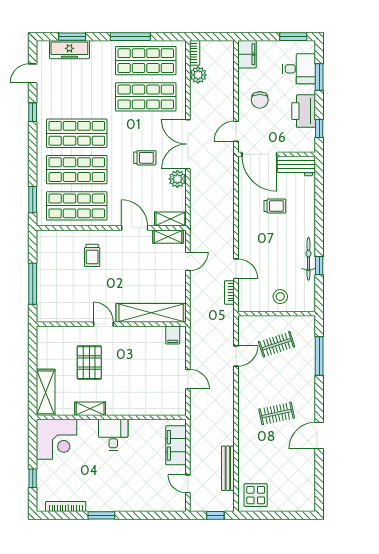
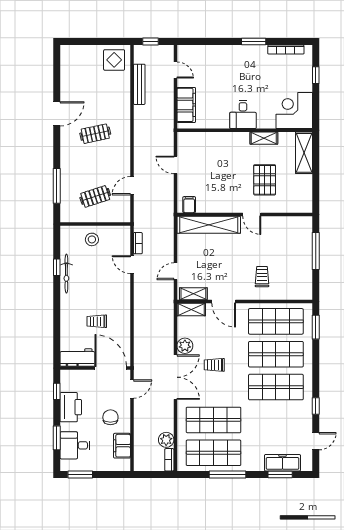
filing cabinet: (247, 54) -> (122, 446), moved

